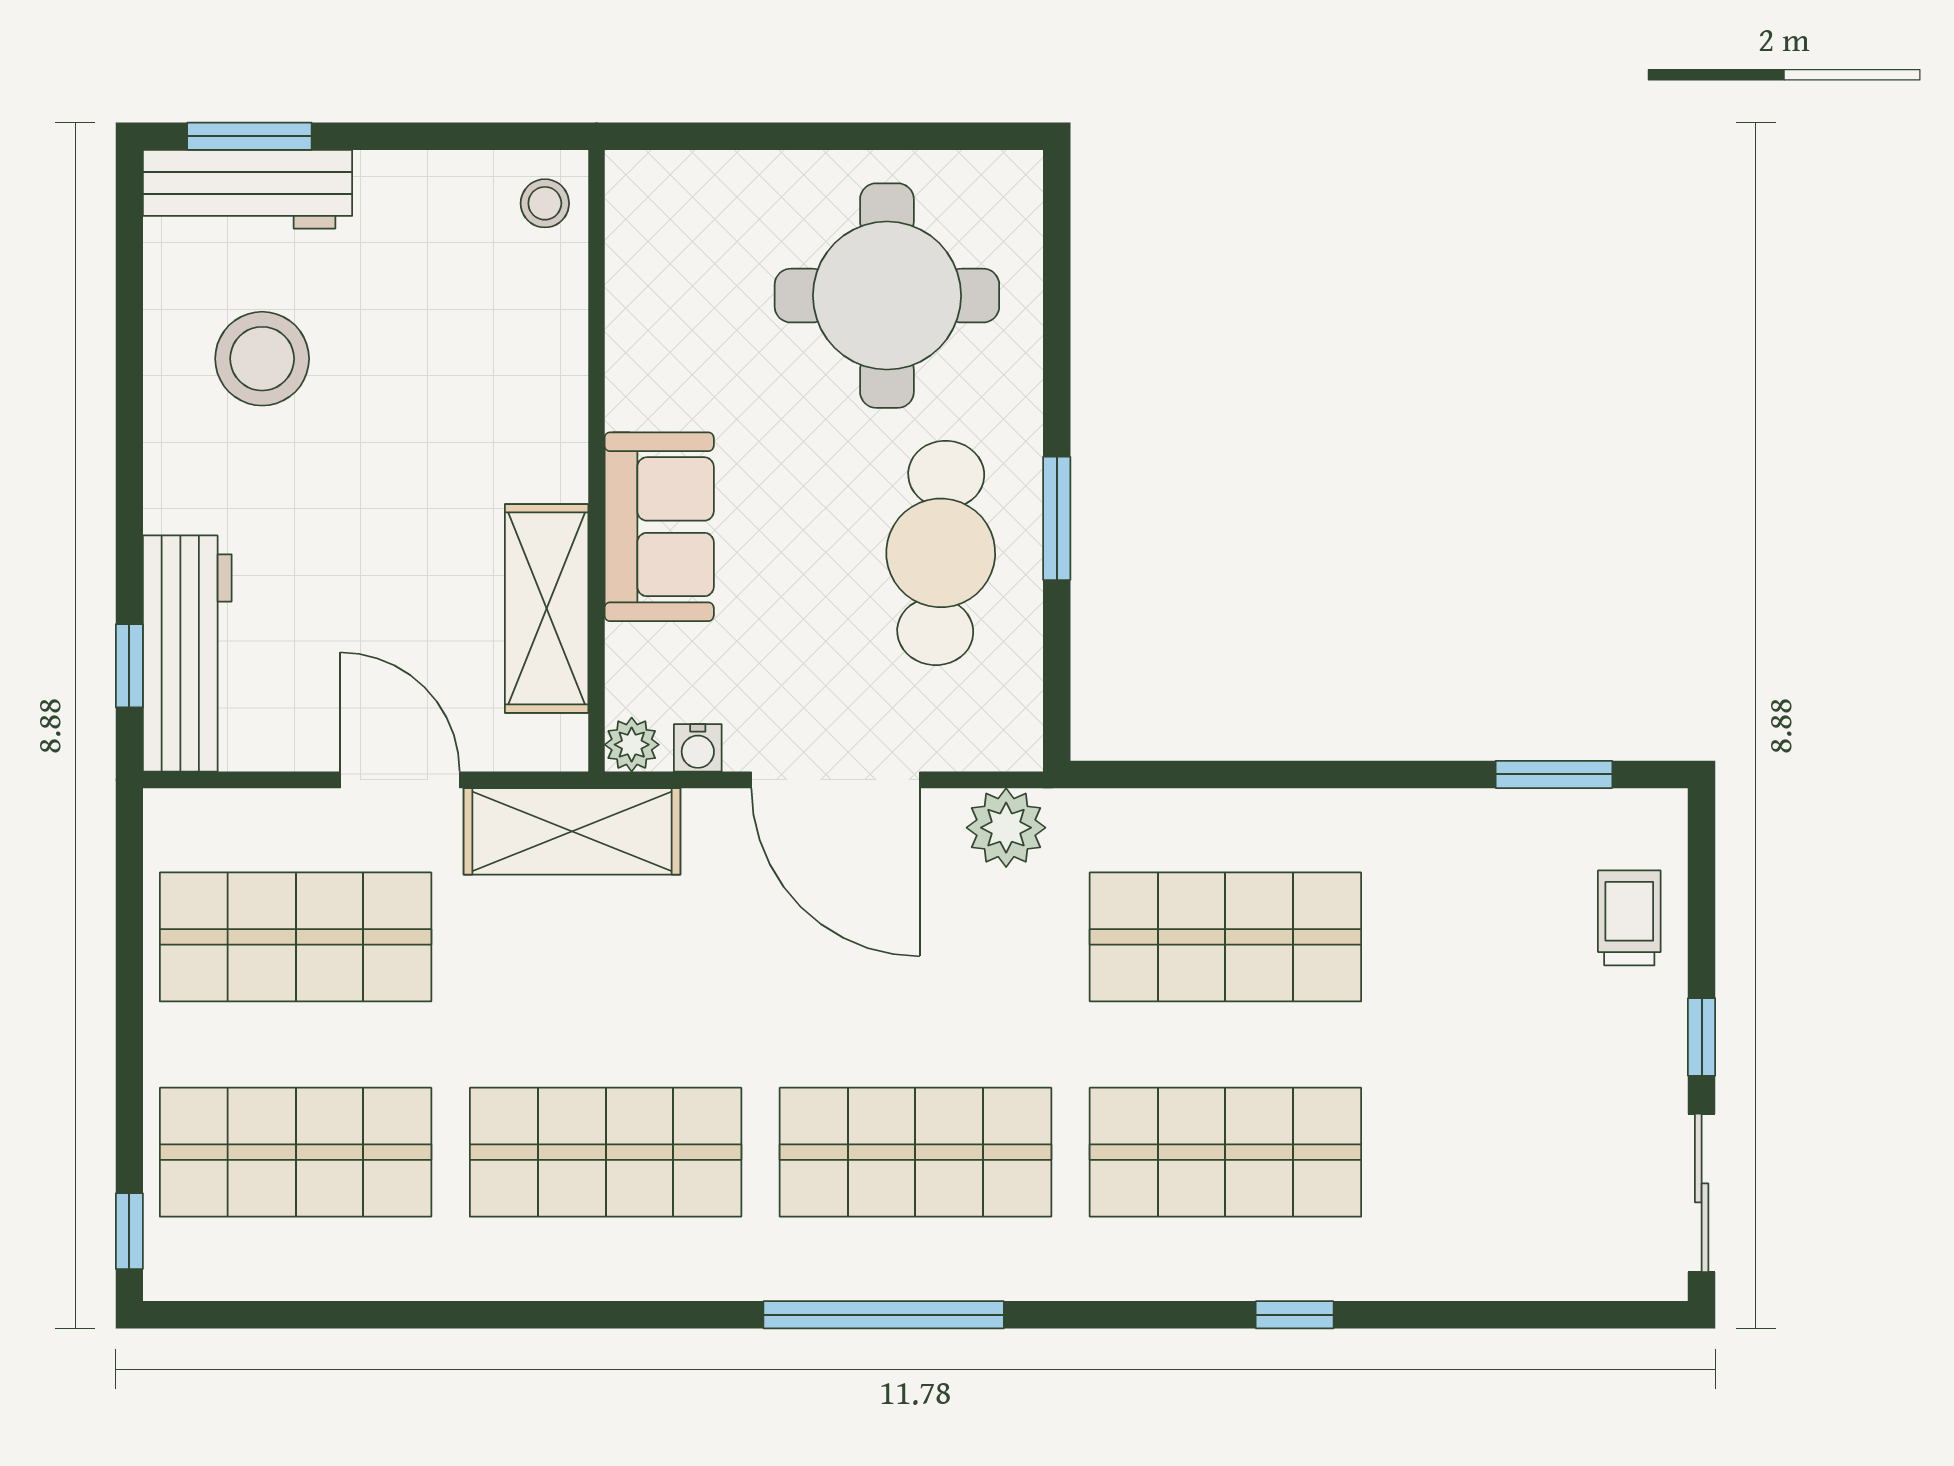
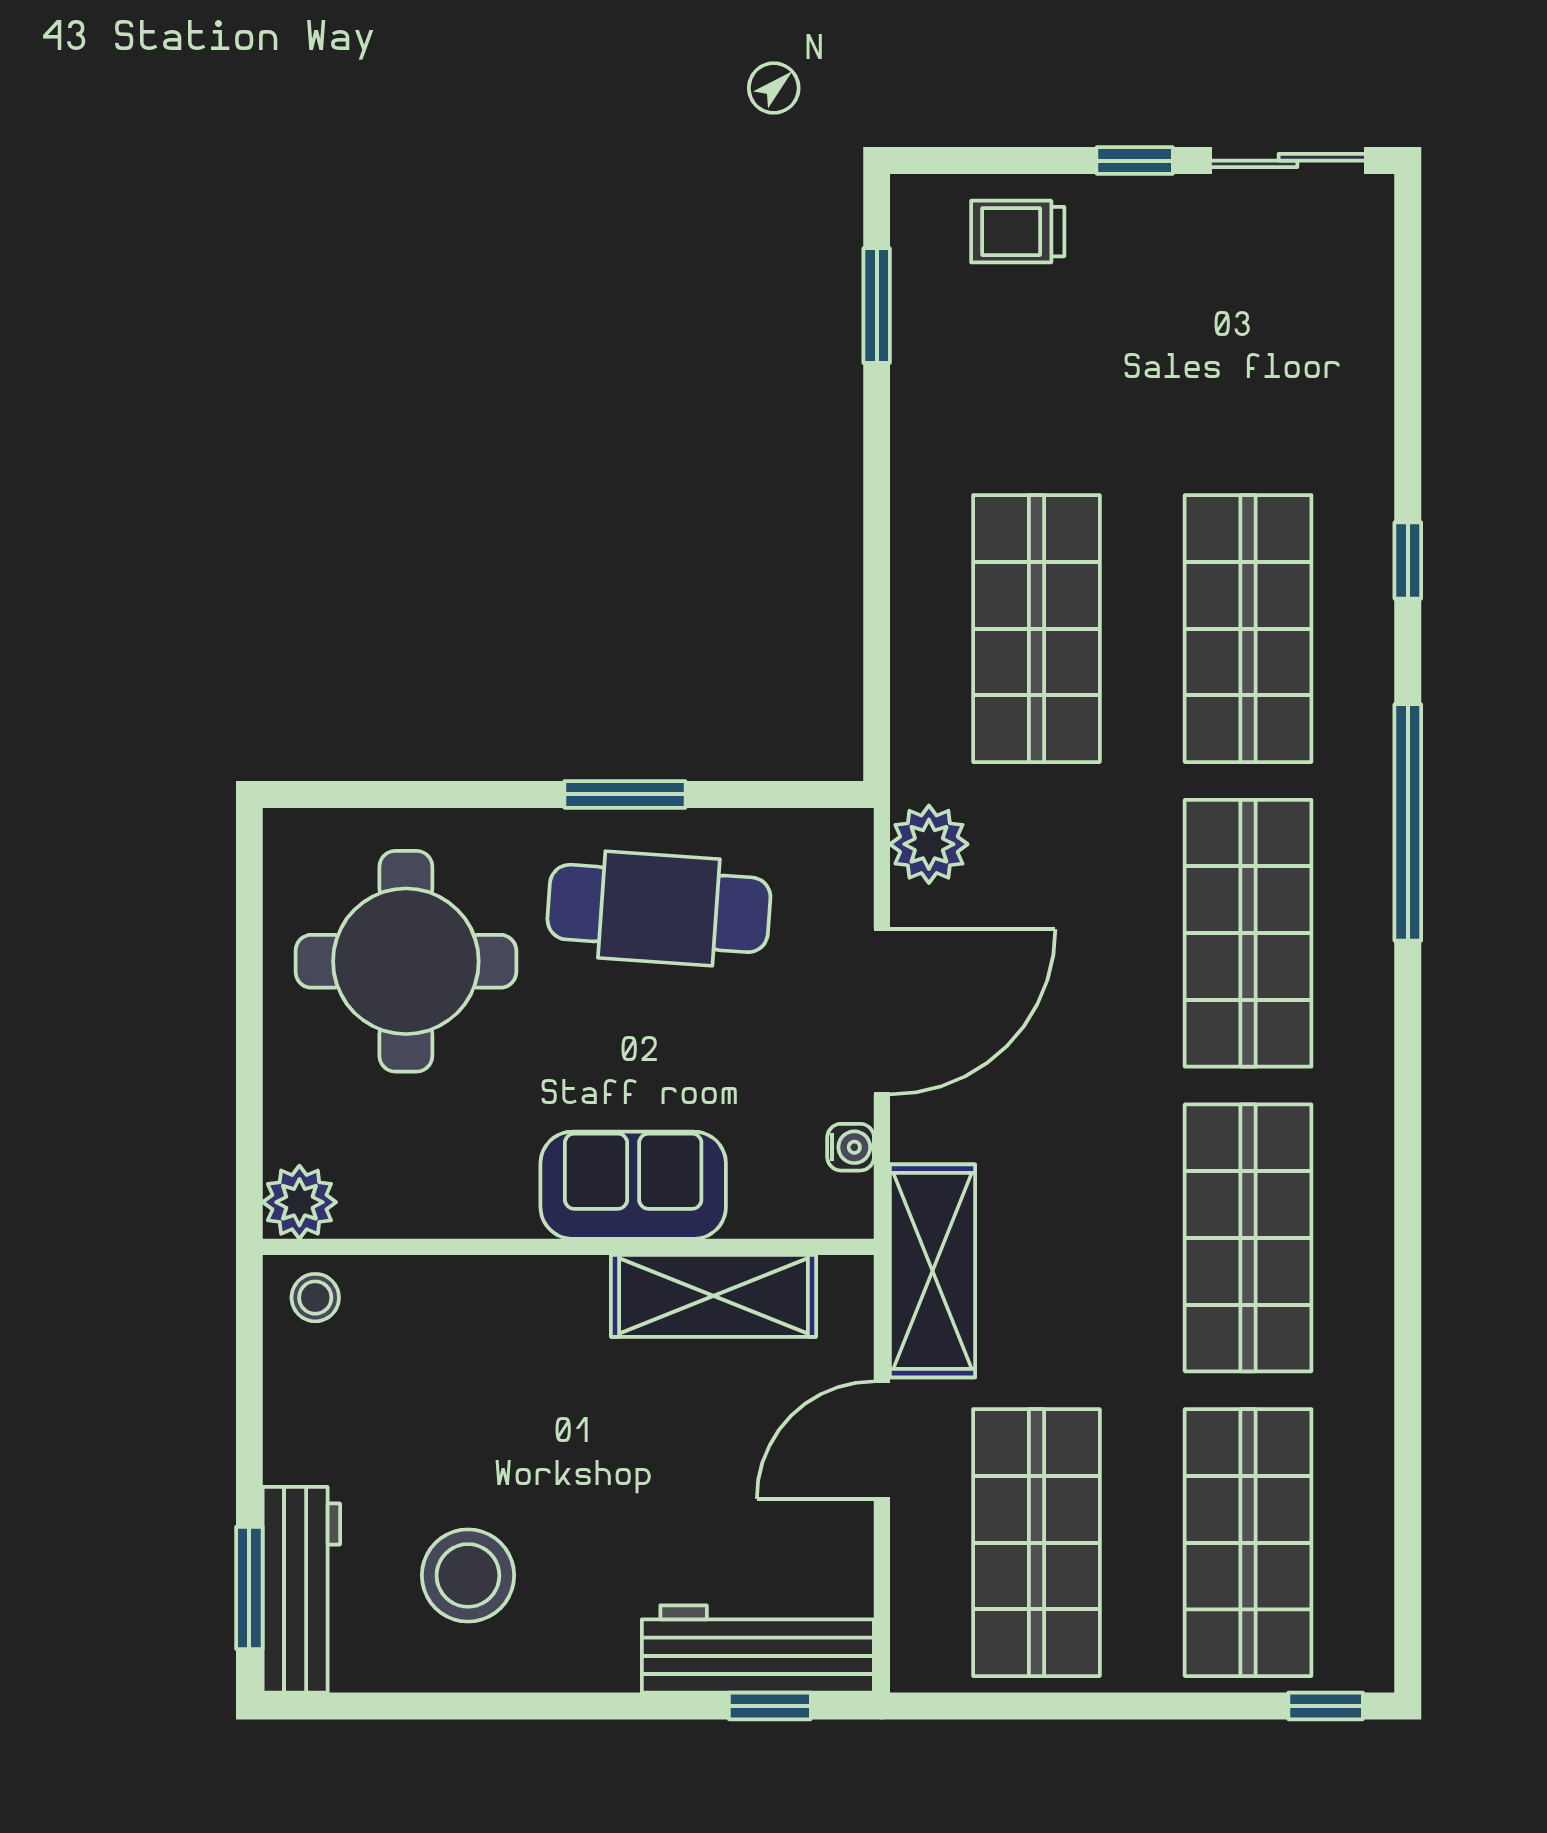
plant: (632, 745) -> (299, 1202), moved, width x1.38, depth x1.38
window: (884, 1315) -> (1408, 822), moved

